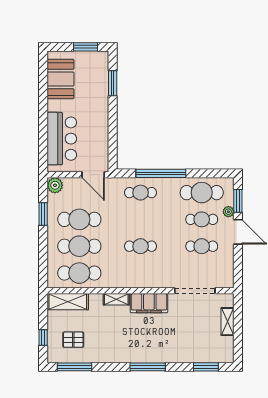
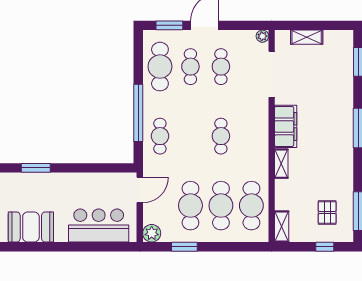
plant: (228, 212) -> (262, 36), moved
shelving: (68, 302) -> (282, 227), width x0.67, depth x0.75

